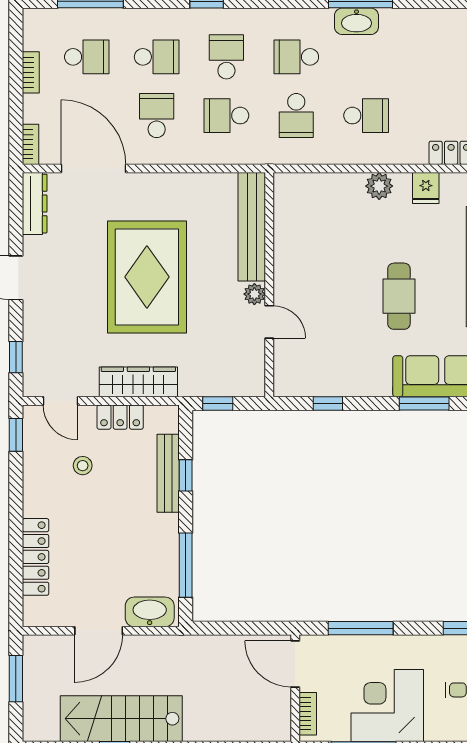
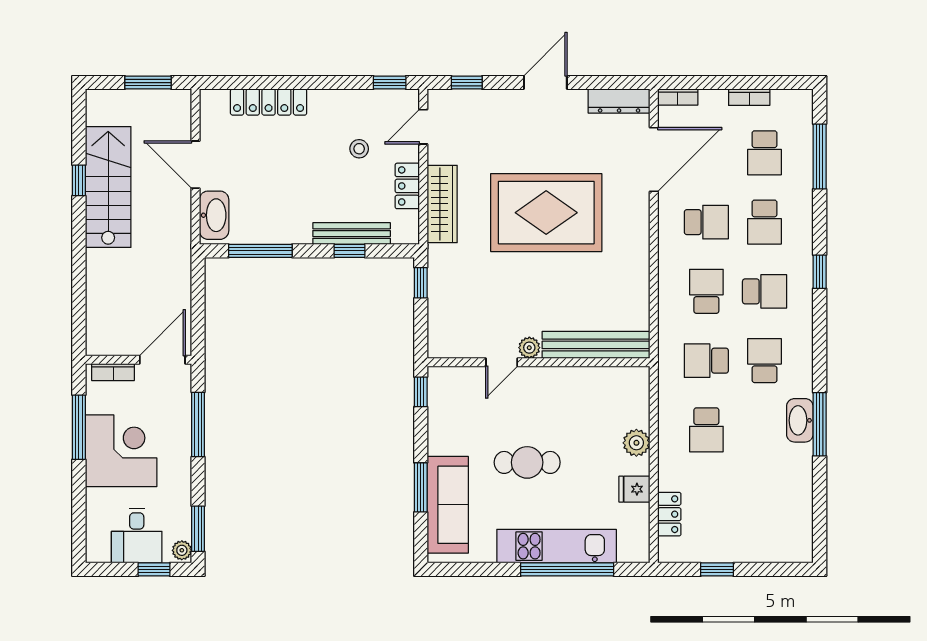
bench: (252, 227) -> (596, 345), moved
wall: (269, 285) -> (539, 362), moved
plant: (254, 294) -> (529, 348), moved
door: (269, 322) -> (502, 362), moved

